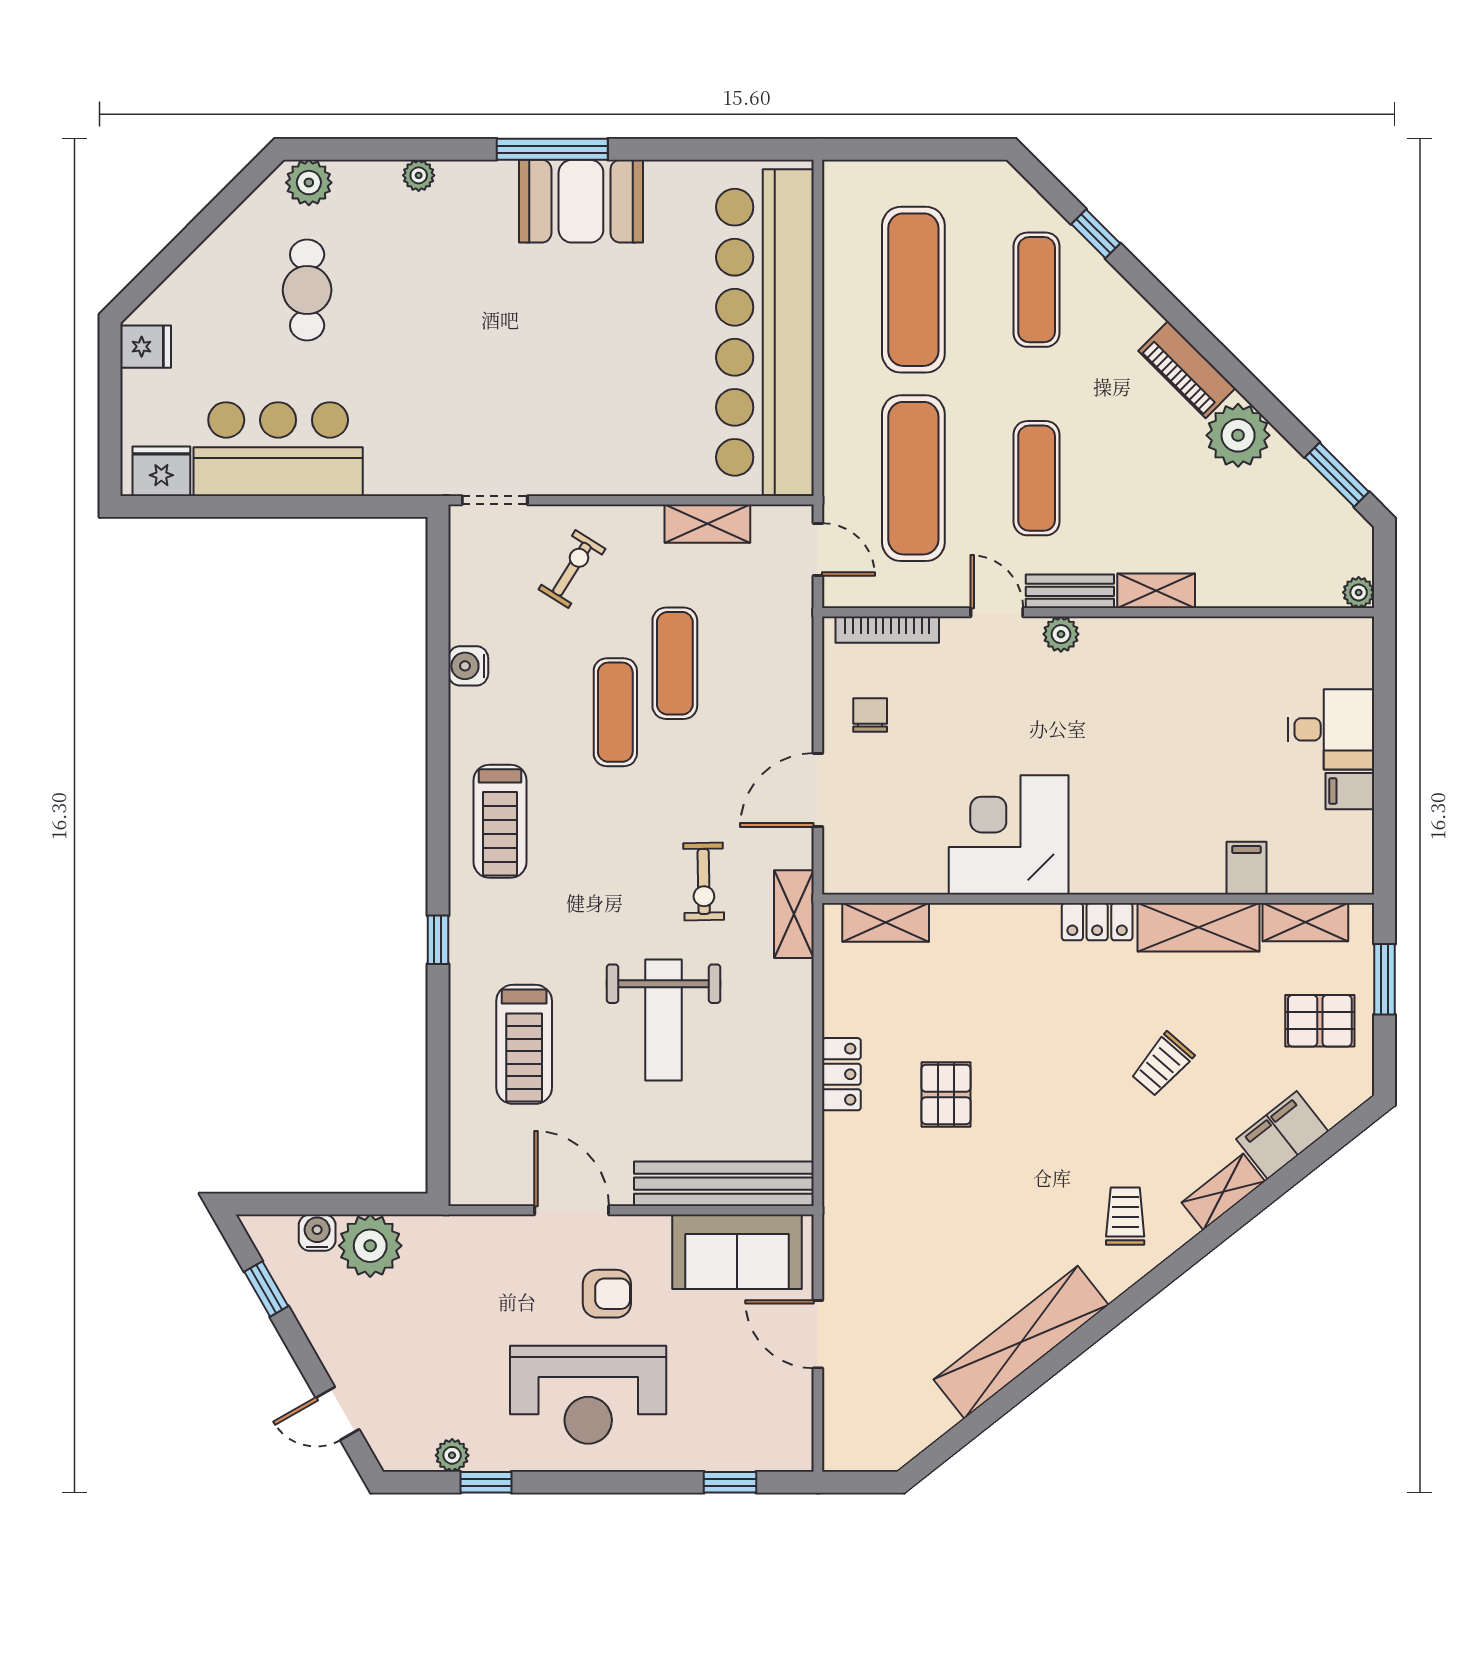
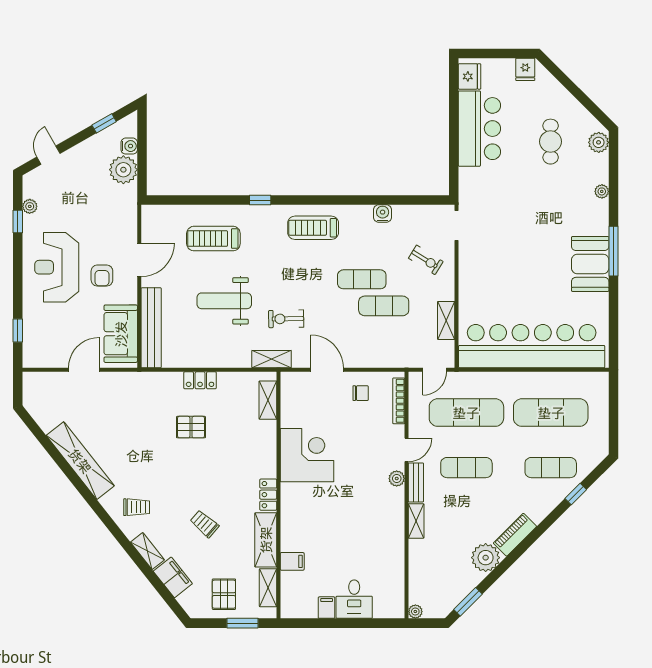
cafe table: (307, 290) -> (551, 142), turned 90

